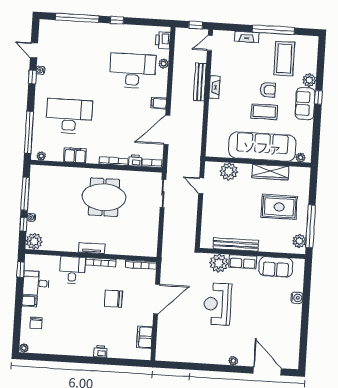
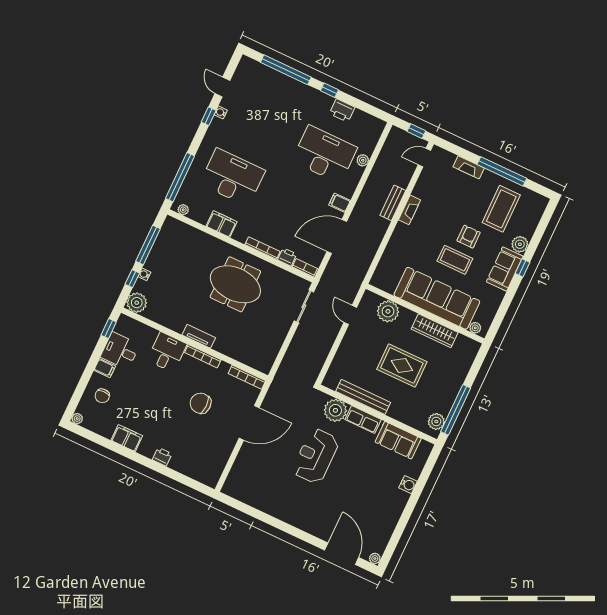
printer: (163, 40) -> (342, 110), moved, turned -90
bench: (200, 82) -> (393, 203), width x0.73
armchair: (268, 90) -> (469, 237), turned -90
rug: (279, 207) -> (402, 365), moved
filing cabinet: (145, 337) -> (127, 438), moved, turned 90
plant: (233, 361) -> (375, 558), moved

